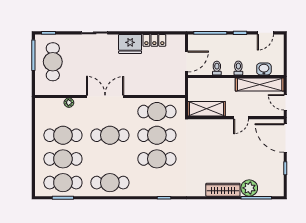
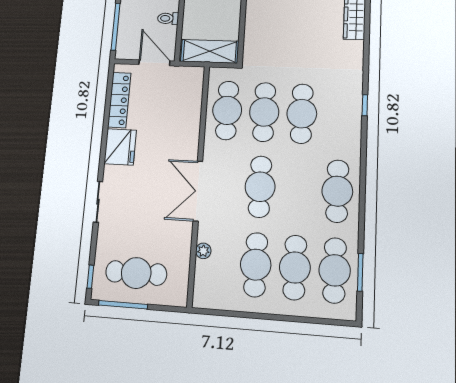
locker: (154, 40) -> (119, 100), width x1.53
shelving: (207, 109) -> (210, 51), moved, turned 90

